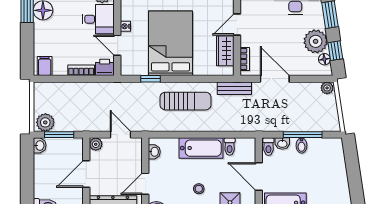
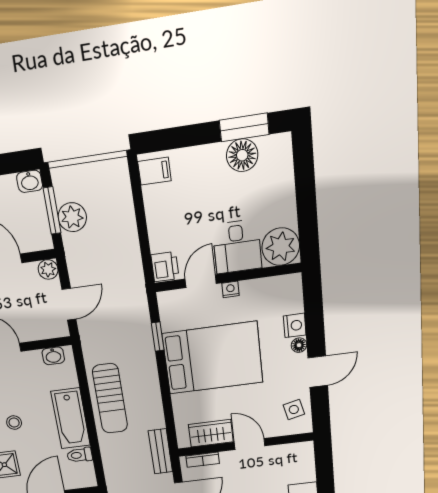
bookcase: (81, 70) -> (156, 231), removed
sun lounger: (186, 101) -> (110, 399), moved
plant: (45, 122) -> (72, 217), moved

